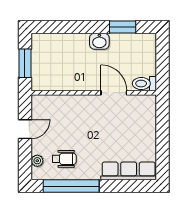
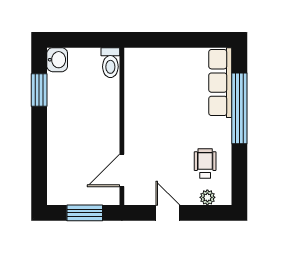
washbasin: (99, 41) -> (57, 60), moved
door: (114, 93) -> (122, 170), moved
window: (71, 186) -> (239, 108), moved

